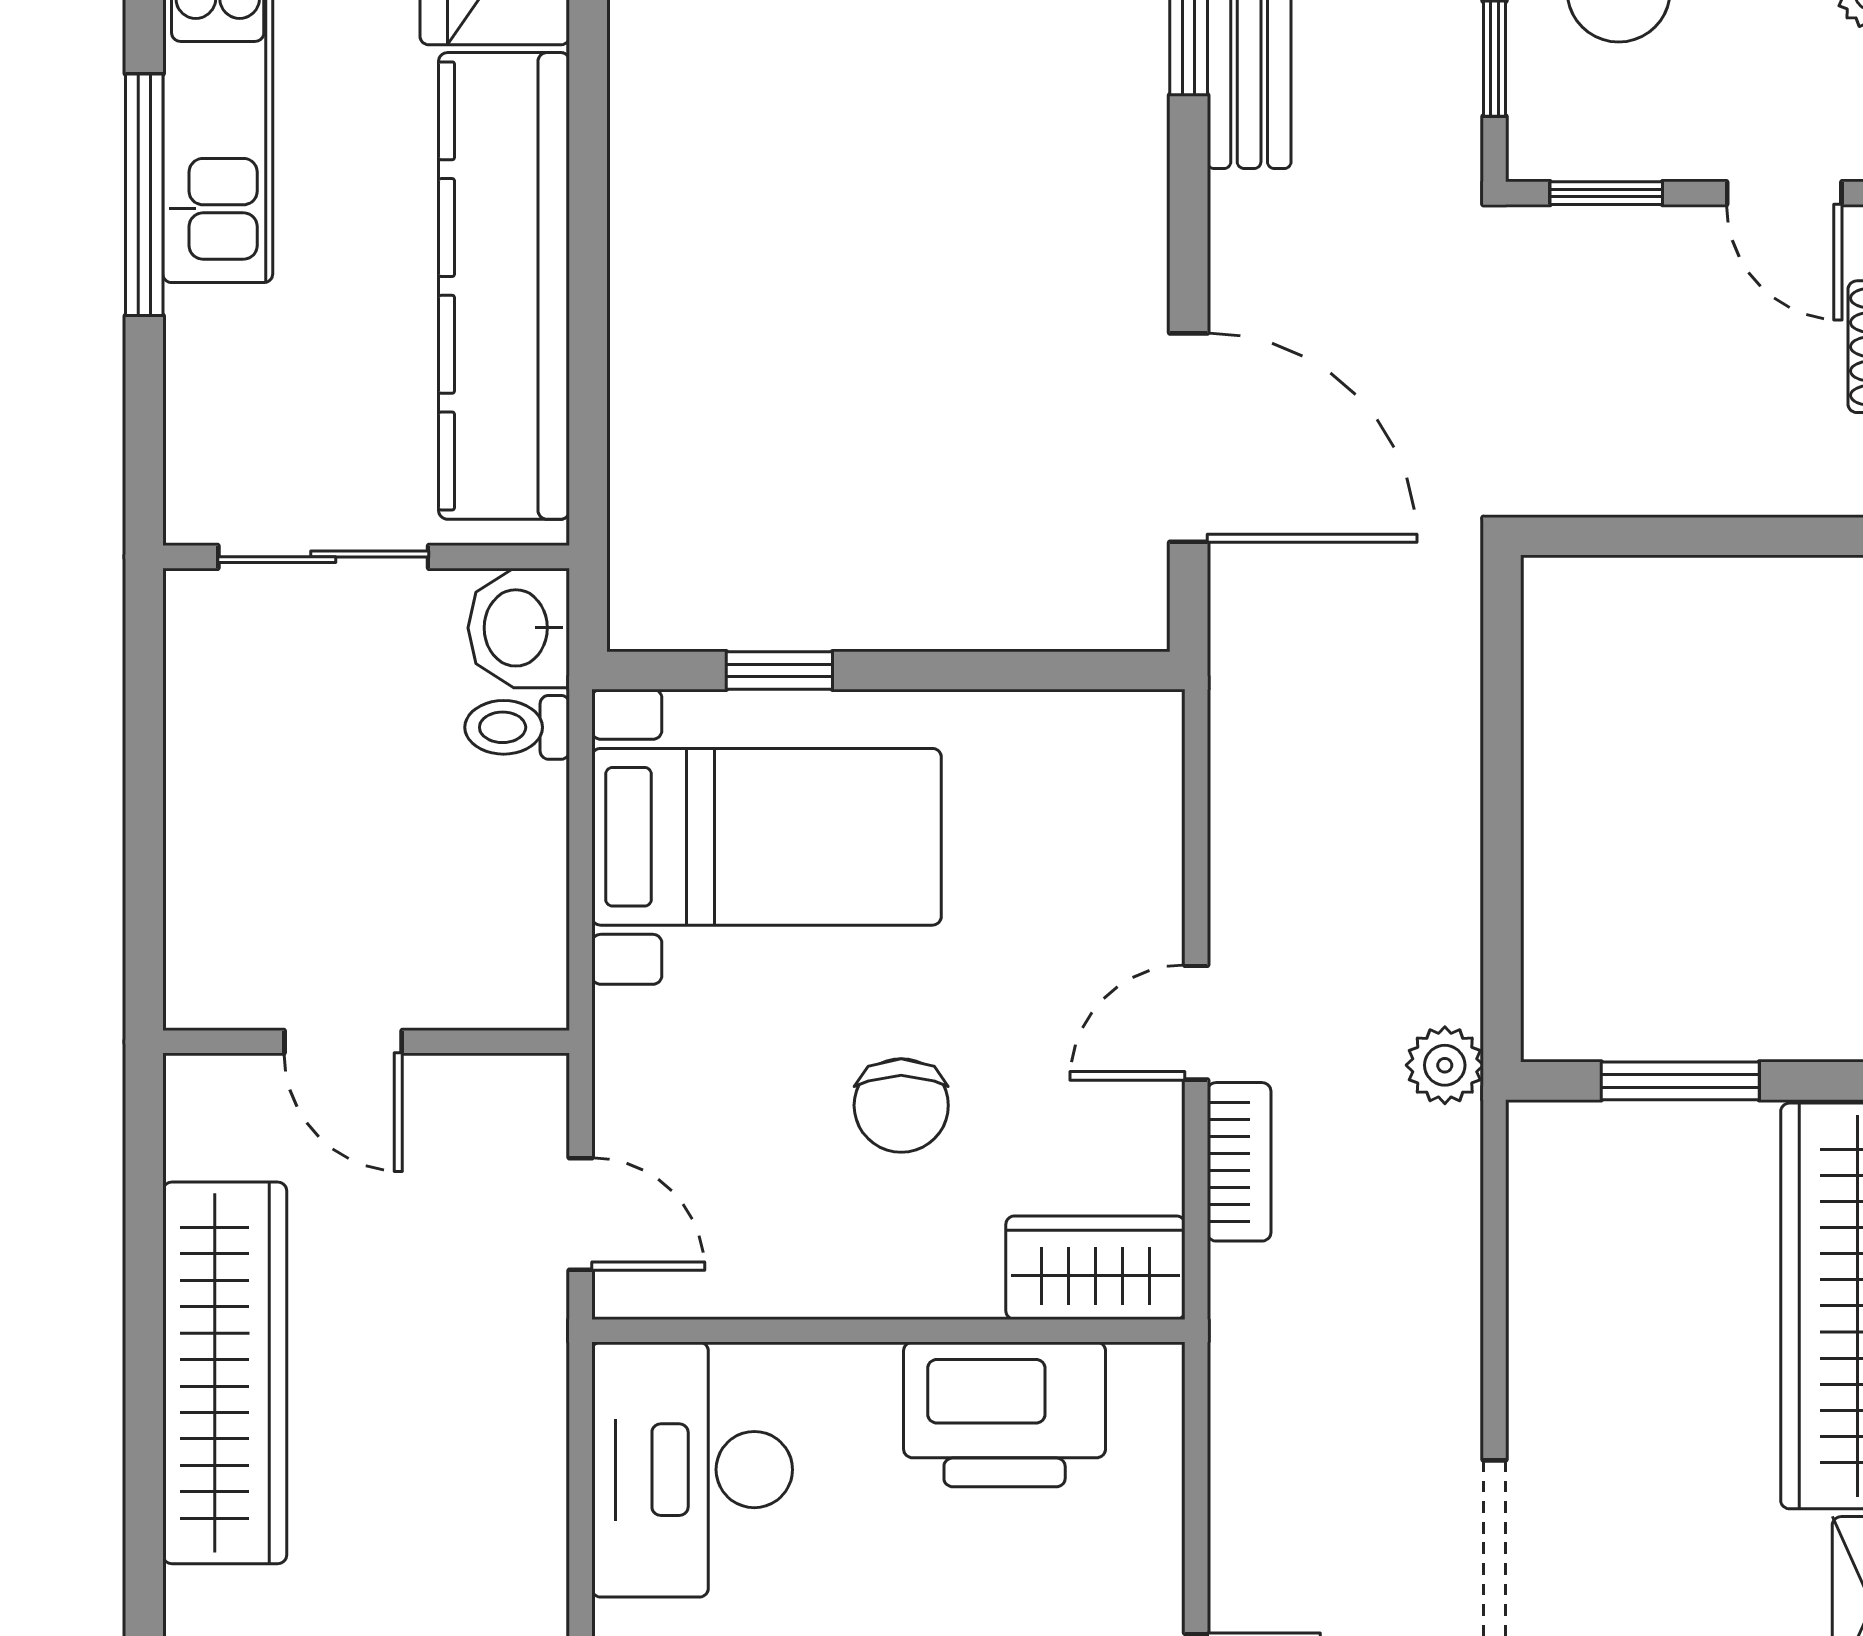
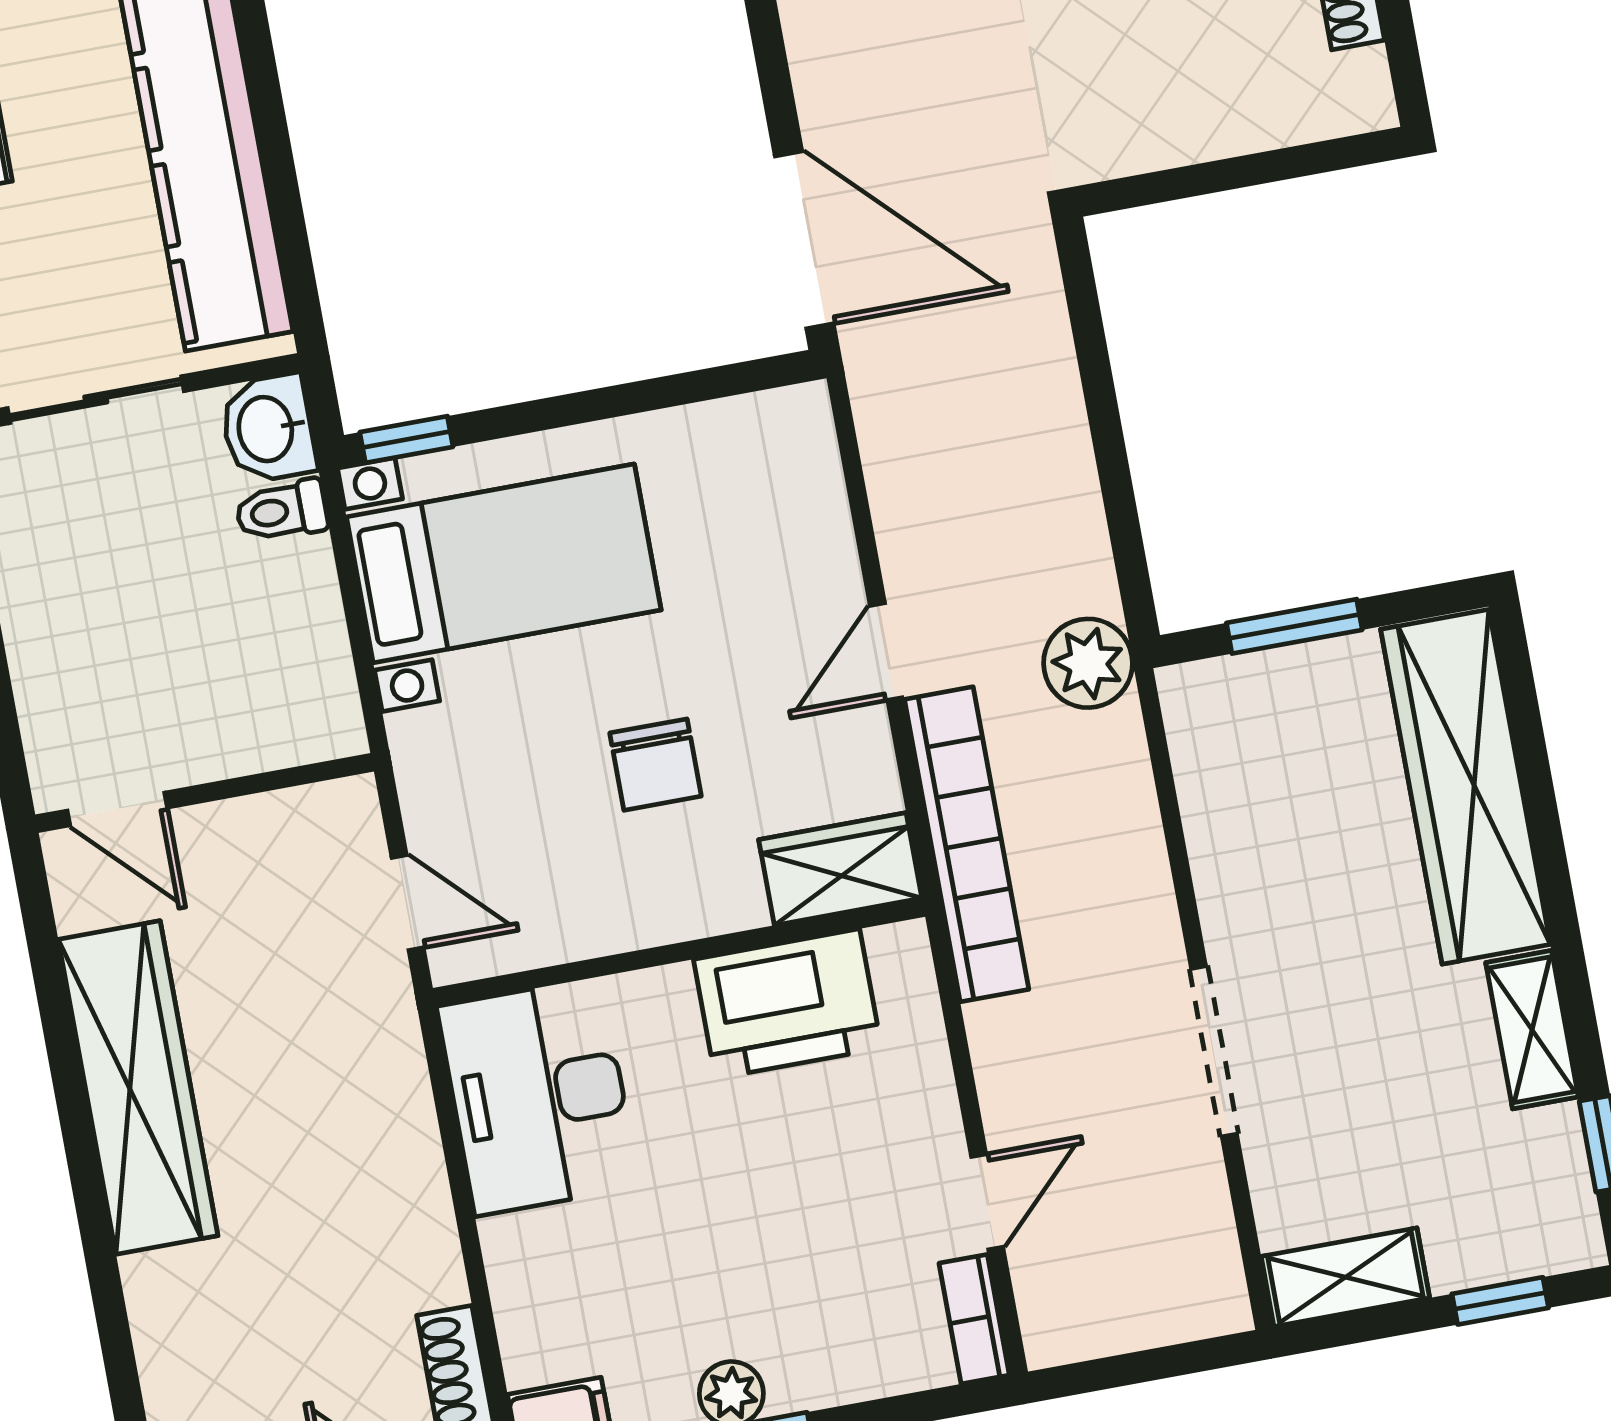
door: (1189, 438) -> (804, 240), moved
window: (779, 671) -> (406, 440), moved
door: (343, 1042) -> (117, 809), moved
plant: (1445, 1065) -> (1088, 663), width x1.38, depth x1.38
bookcase: (1239, 1162) -> (967, 844), width x2.31, depth x1.31

